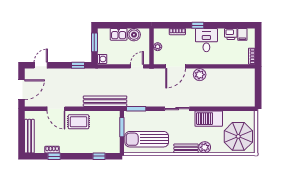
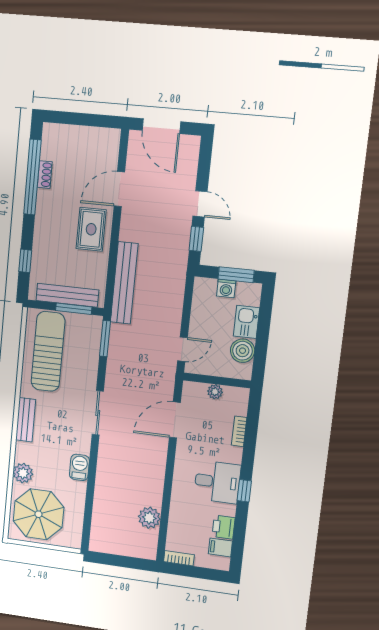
window: (198, 25) -> (244, 491), moved
washing machine: (102, 59) -> (226, 288), moved
door: (41, 65) -> (200, 204), moved
door: (137, 66) -> (182, 349), hinge flipped
door: (176, 66) -> (175, 420), hinge flipped
plant: (200, 75) -> (149, 518), moved
barbecue: (209, 119) -> (79, 467), width x0.53, depth x0.65
bench: (29, 136) -> (67, 295), moved
plant: (205, 147) -> (23, 473), moved
window: (54, 156) -> (32, 177), width x3.17

